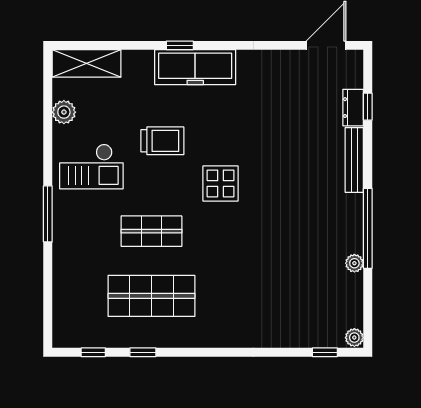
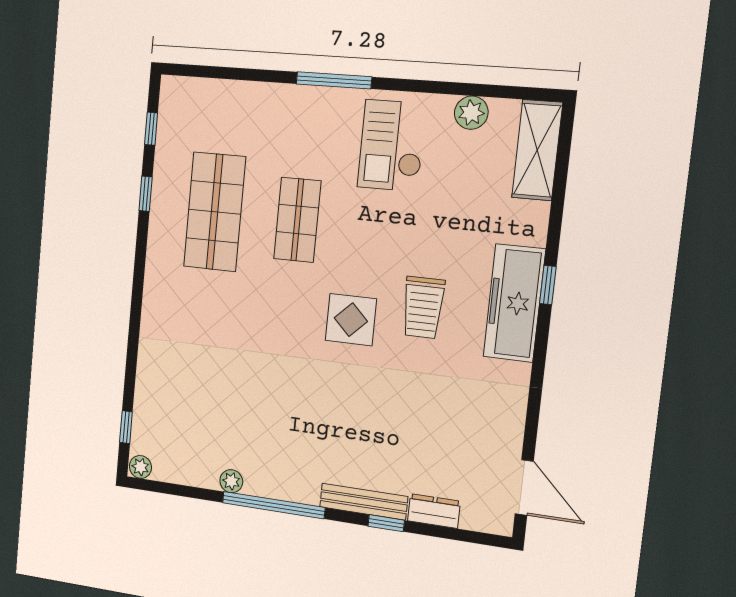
window: (368, 107) -> (386, 523), moved
trolley: (162, 141) -> (423, 307), moved

